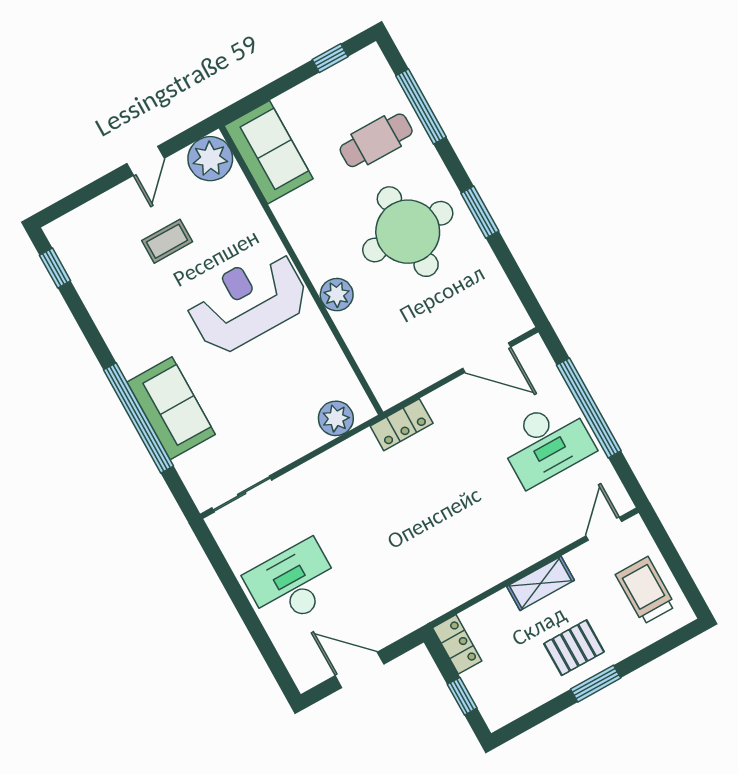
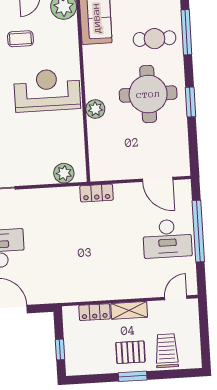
trolley: (645, 590) -> (167, 351), moved
locker: (457, 644) -> (95, 312), moved, turned 90

